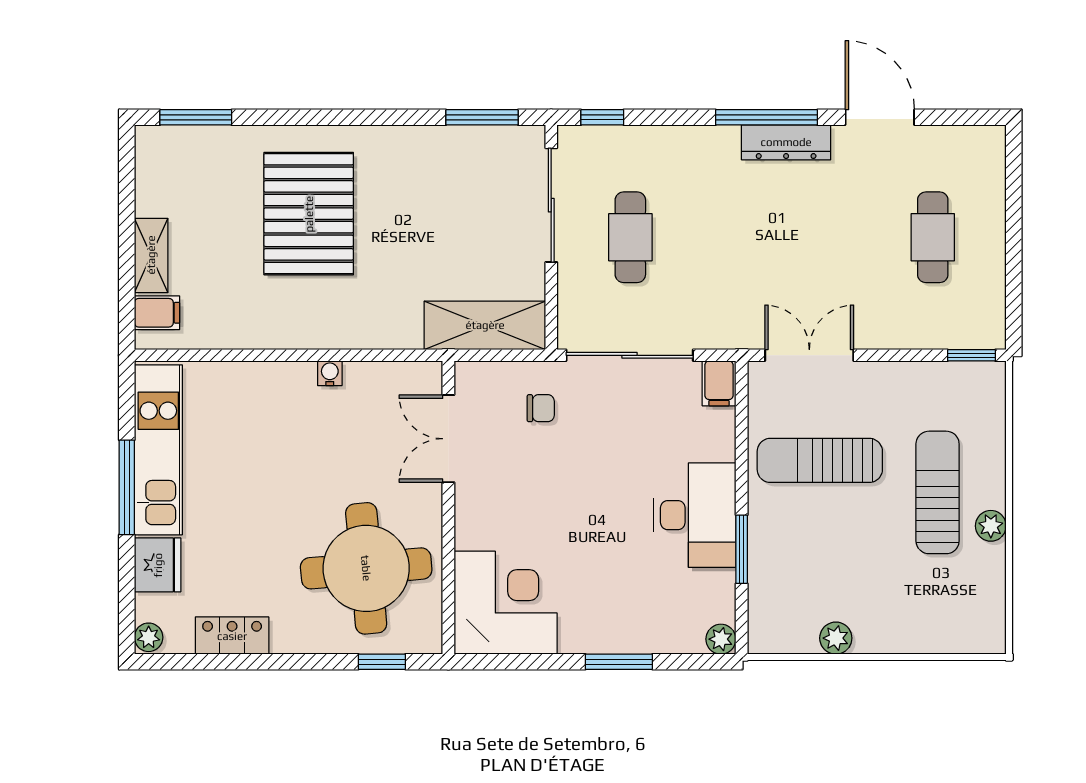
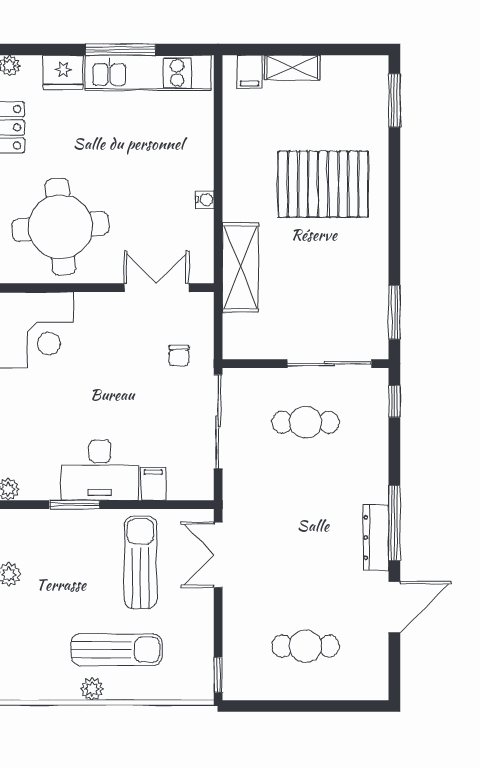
shelving: (485, 325) -> (240, 267), moved
double door: (809, 355) -> (218, 555), swing flipped
filing cabinet: (719, 383) -> (153, 484), moved, turned 90

